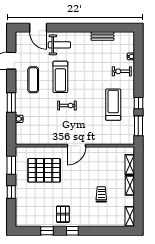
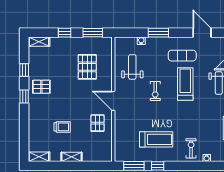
treadmill: (60, 77) -> (185, 84), turned 90
weight bench: (44, 127) -> (132, 67), added
pallet: (98, 161) -> (97, 123), added
shelving: (130, 165) -> (39, 42), moved
pallet: (44, 170) -> (87, 67), width x0.73, depth x0.71

